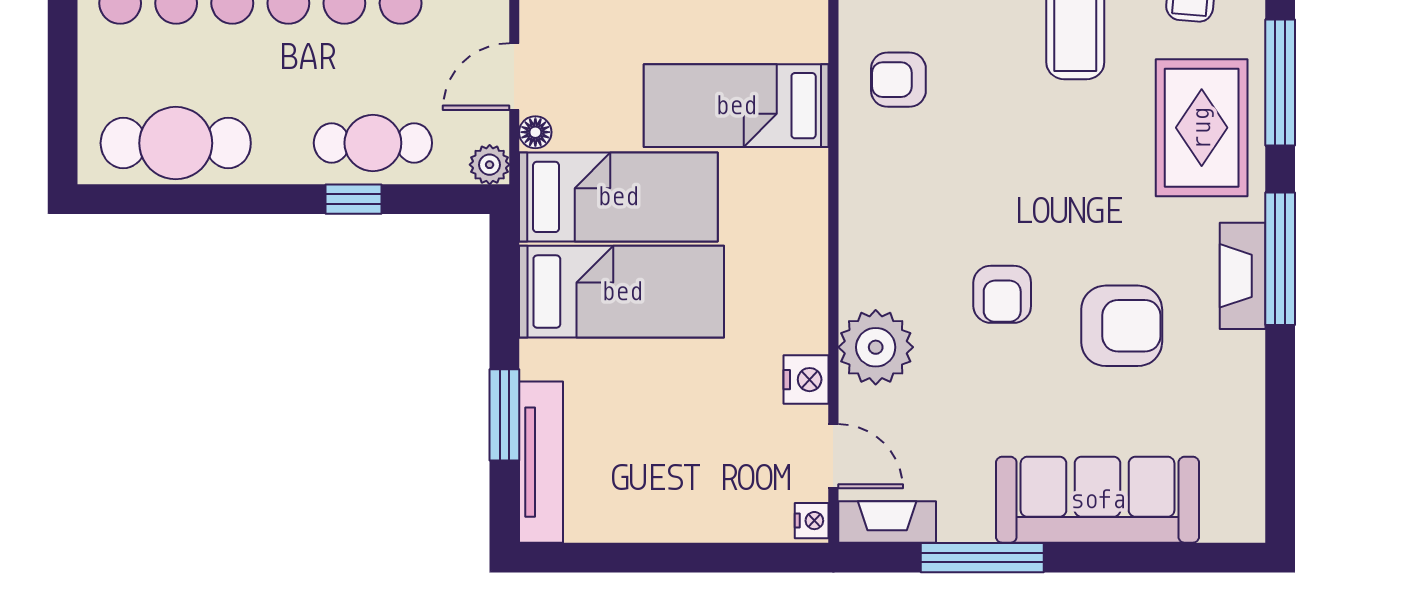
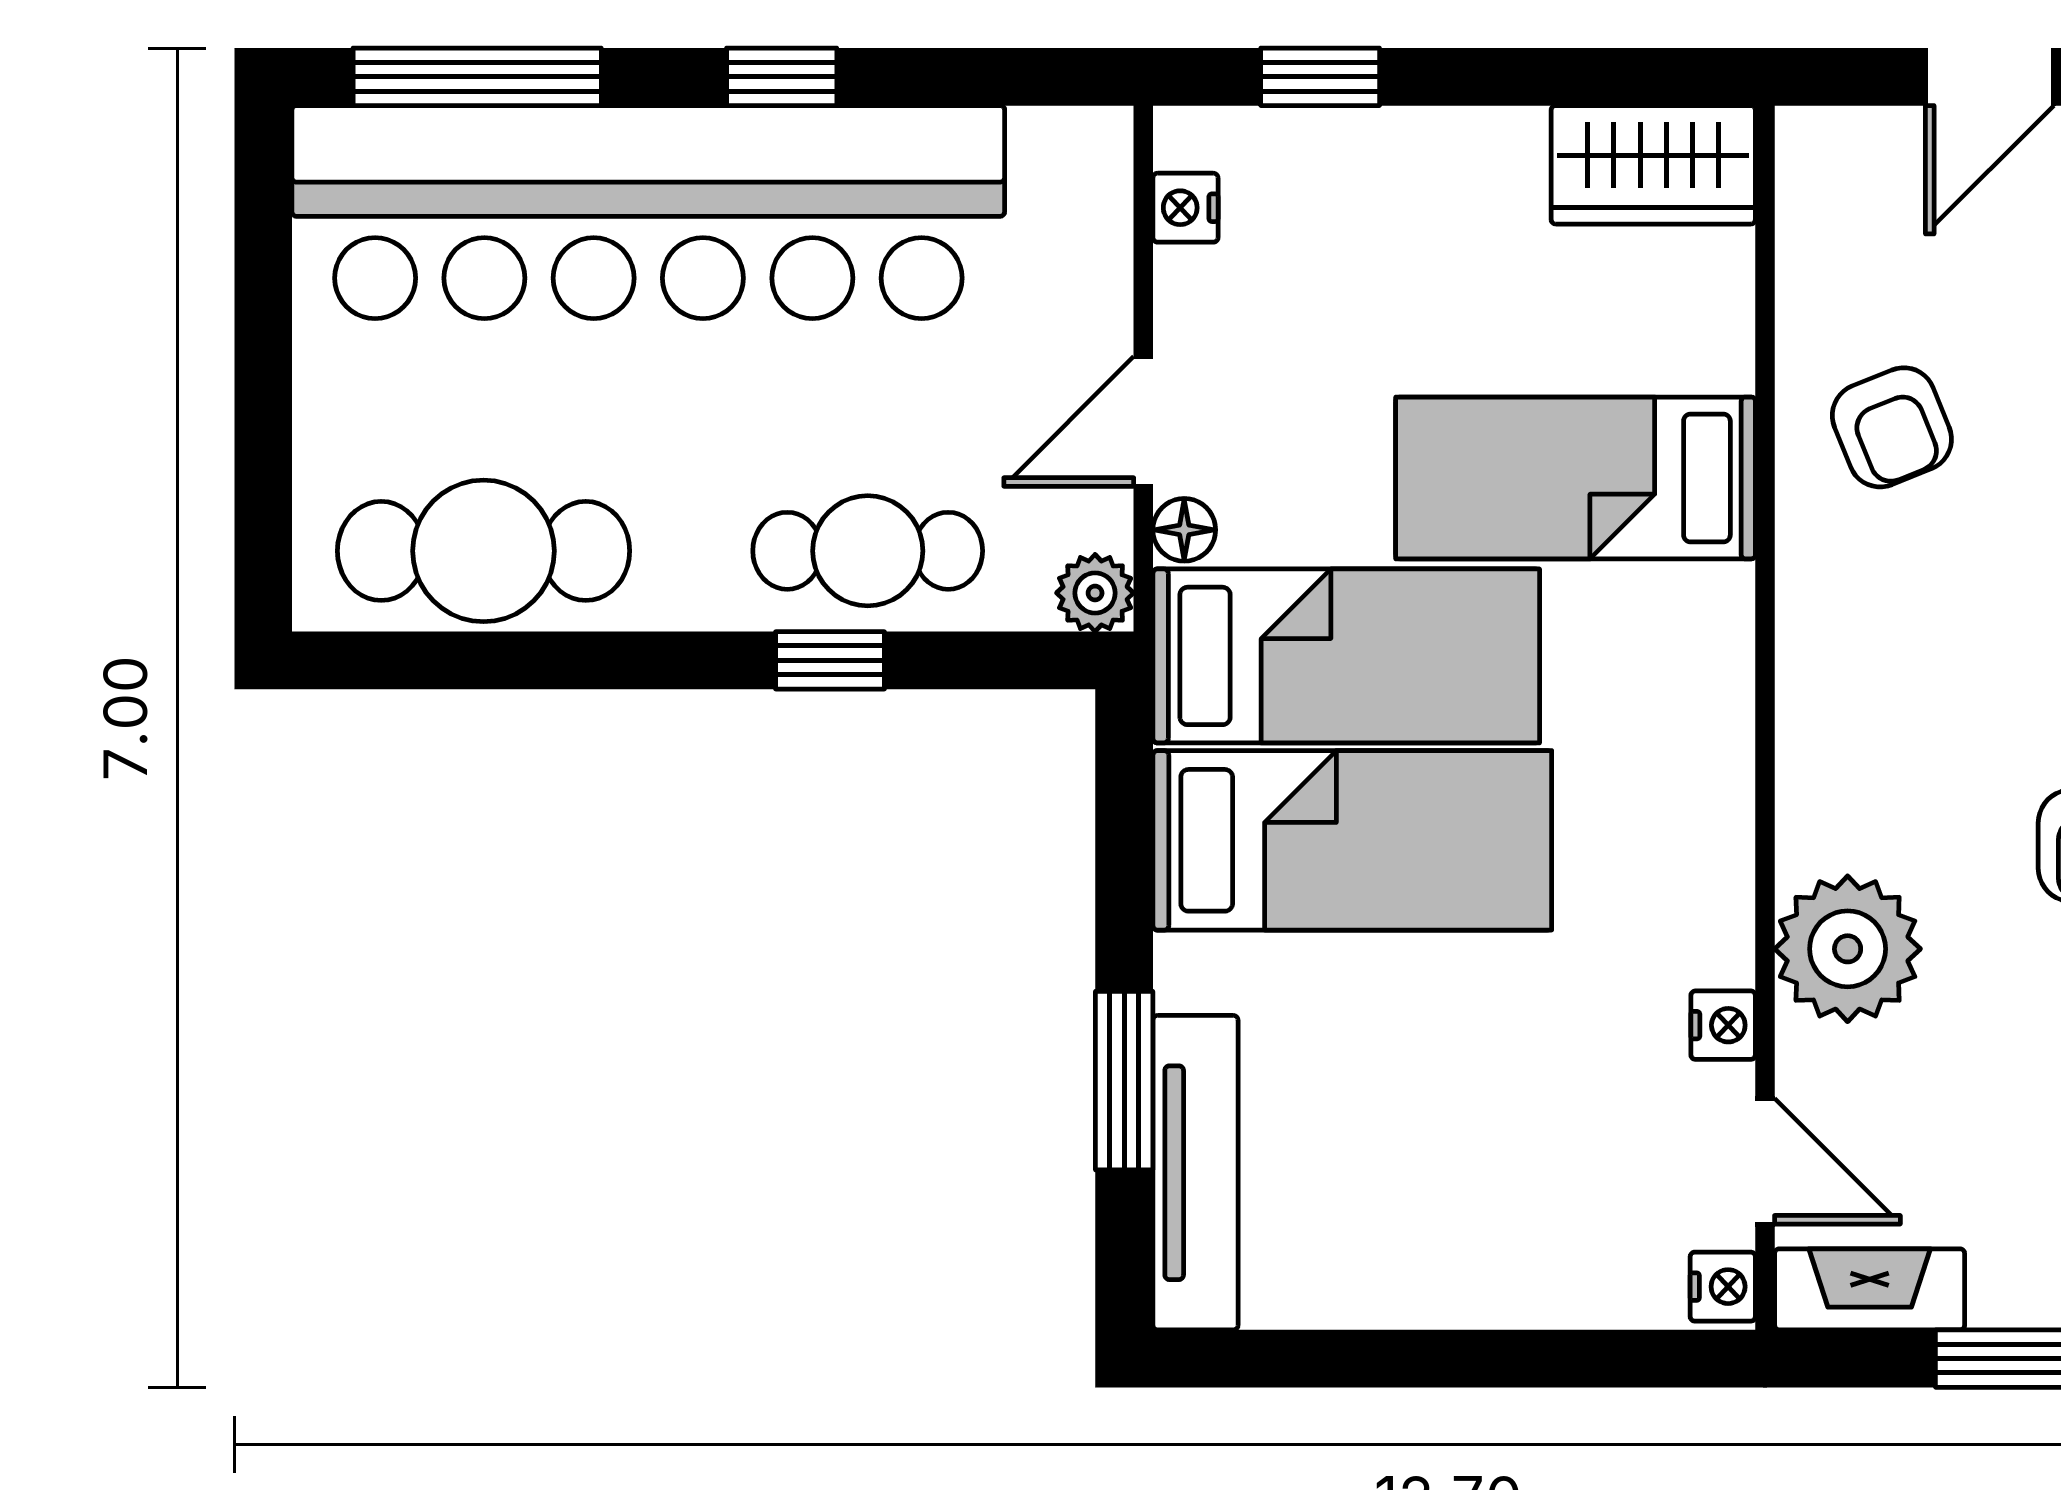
armchair: (898, 80) -> (1892, 427), turned -112
nightstand: (806, 380) -> (1723, 1025), width x0.72, depth x0.74

